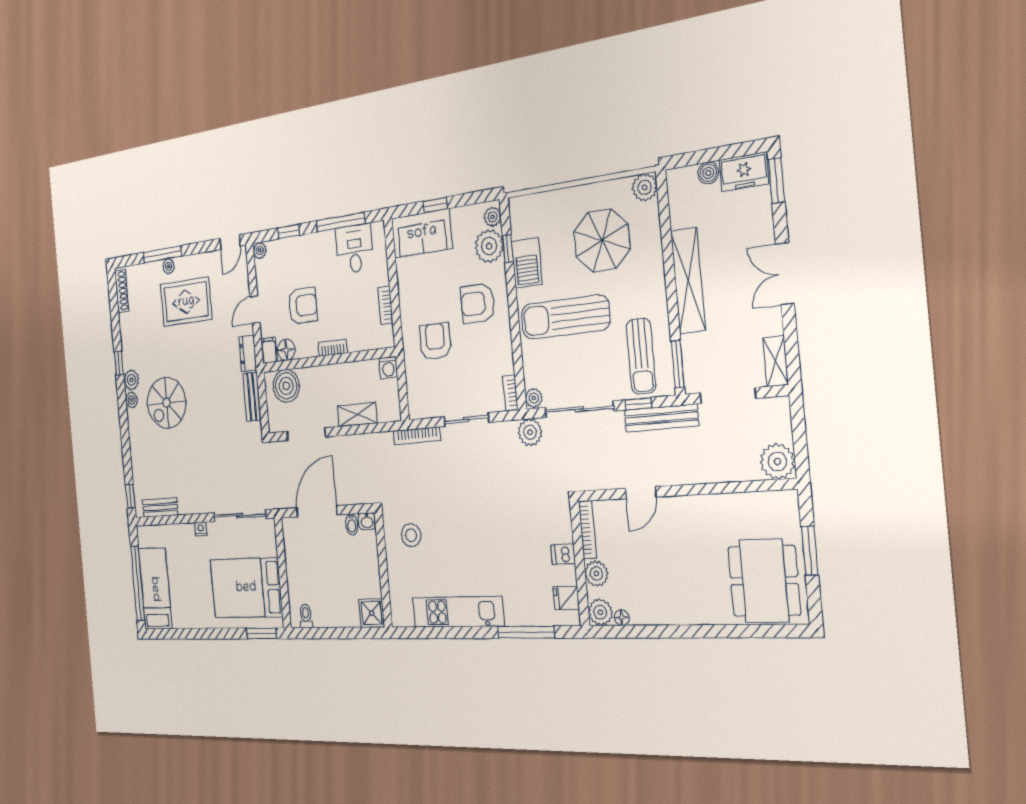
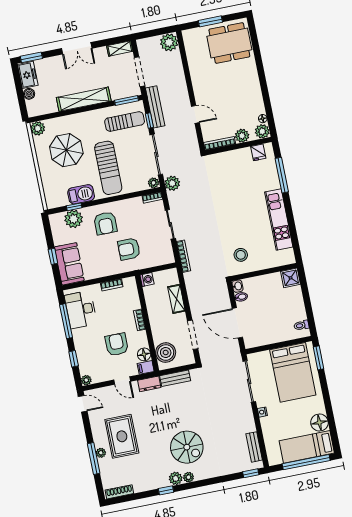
plant: (493, 217) -> (58, 218), removed
desk: (355, 249) -> (81, 310), width x1.37
dishwasher: (563, 554) -> (235, 157), removed
floor lamp: (182, 615) -> (319, 423), added

